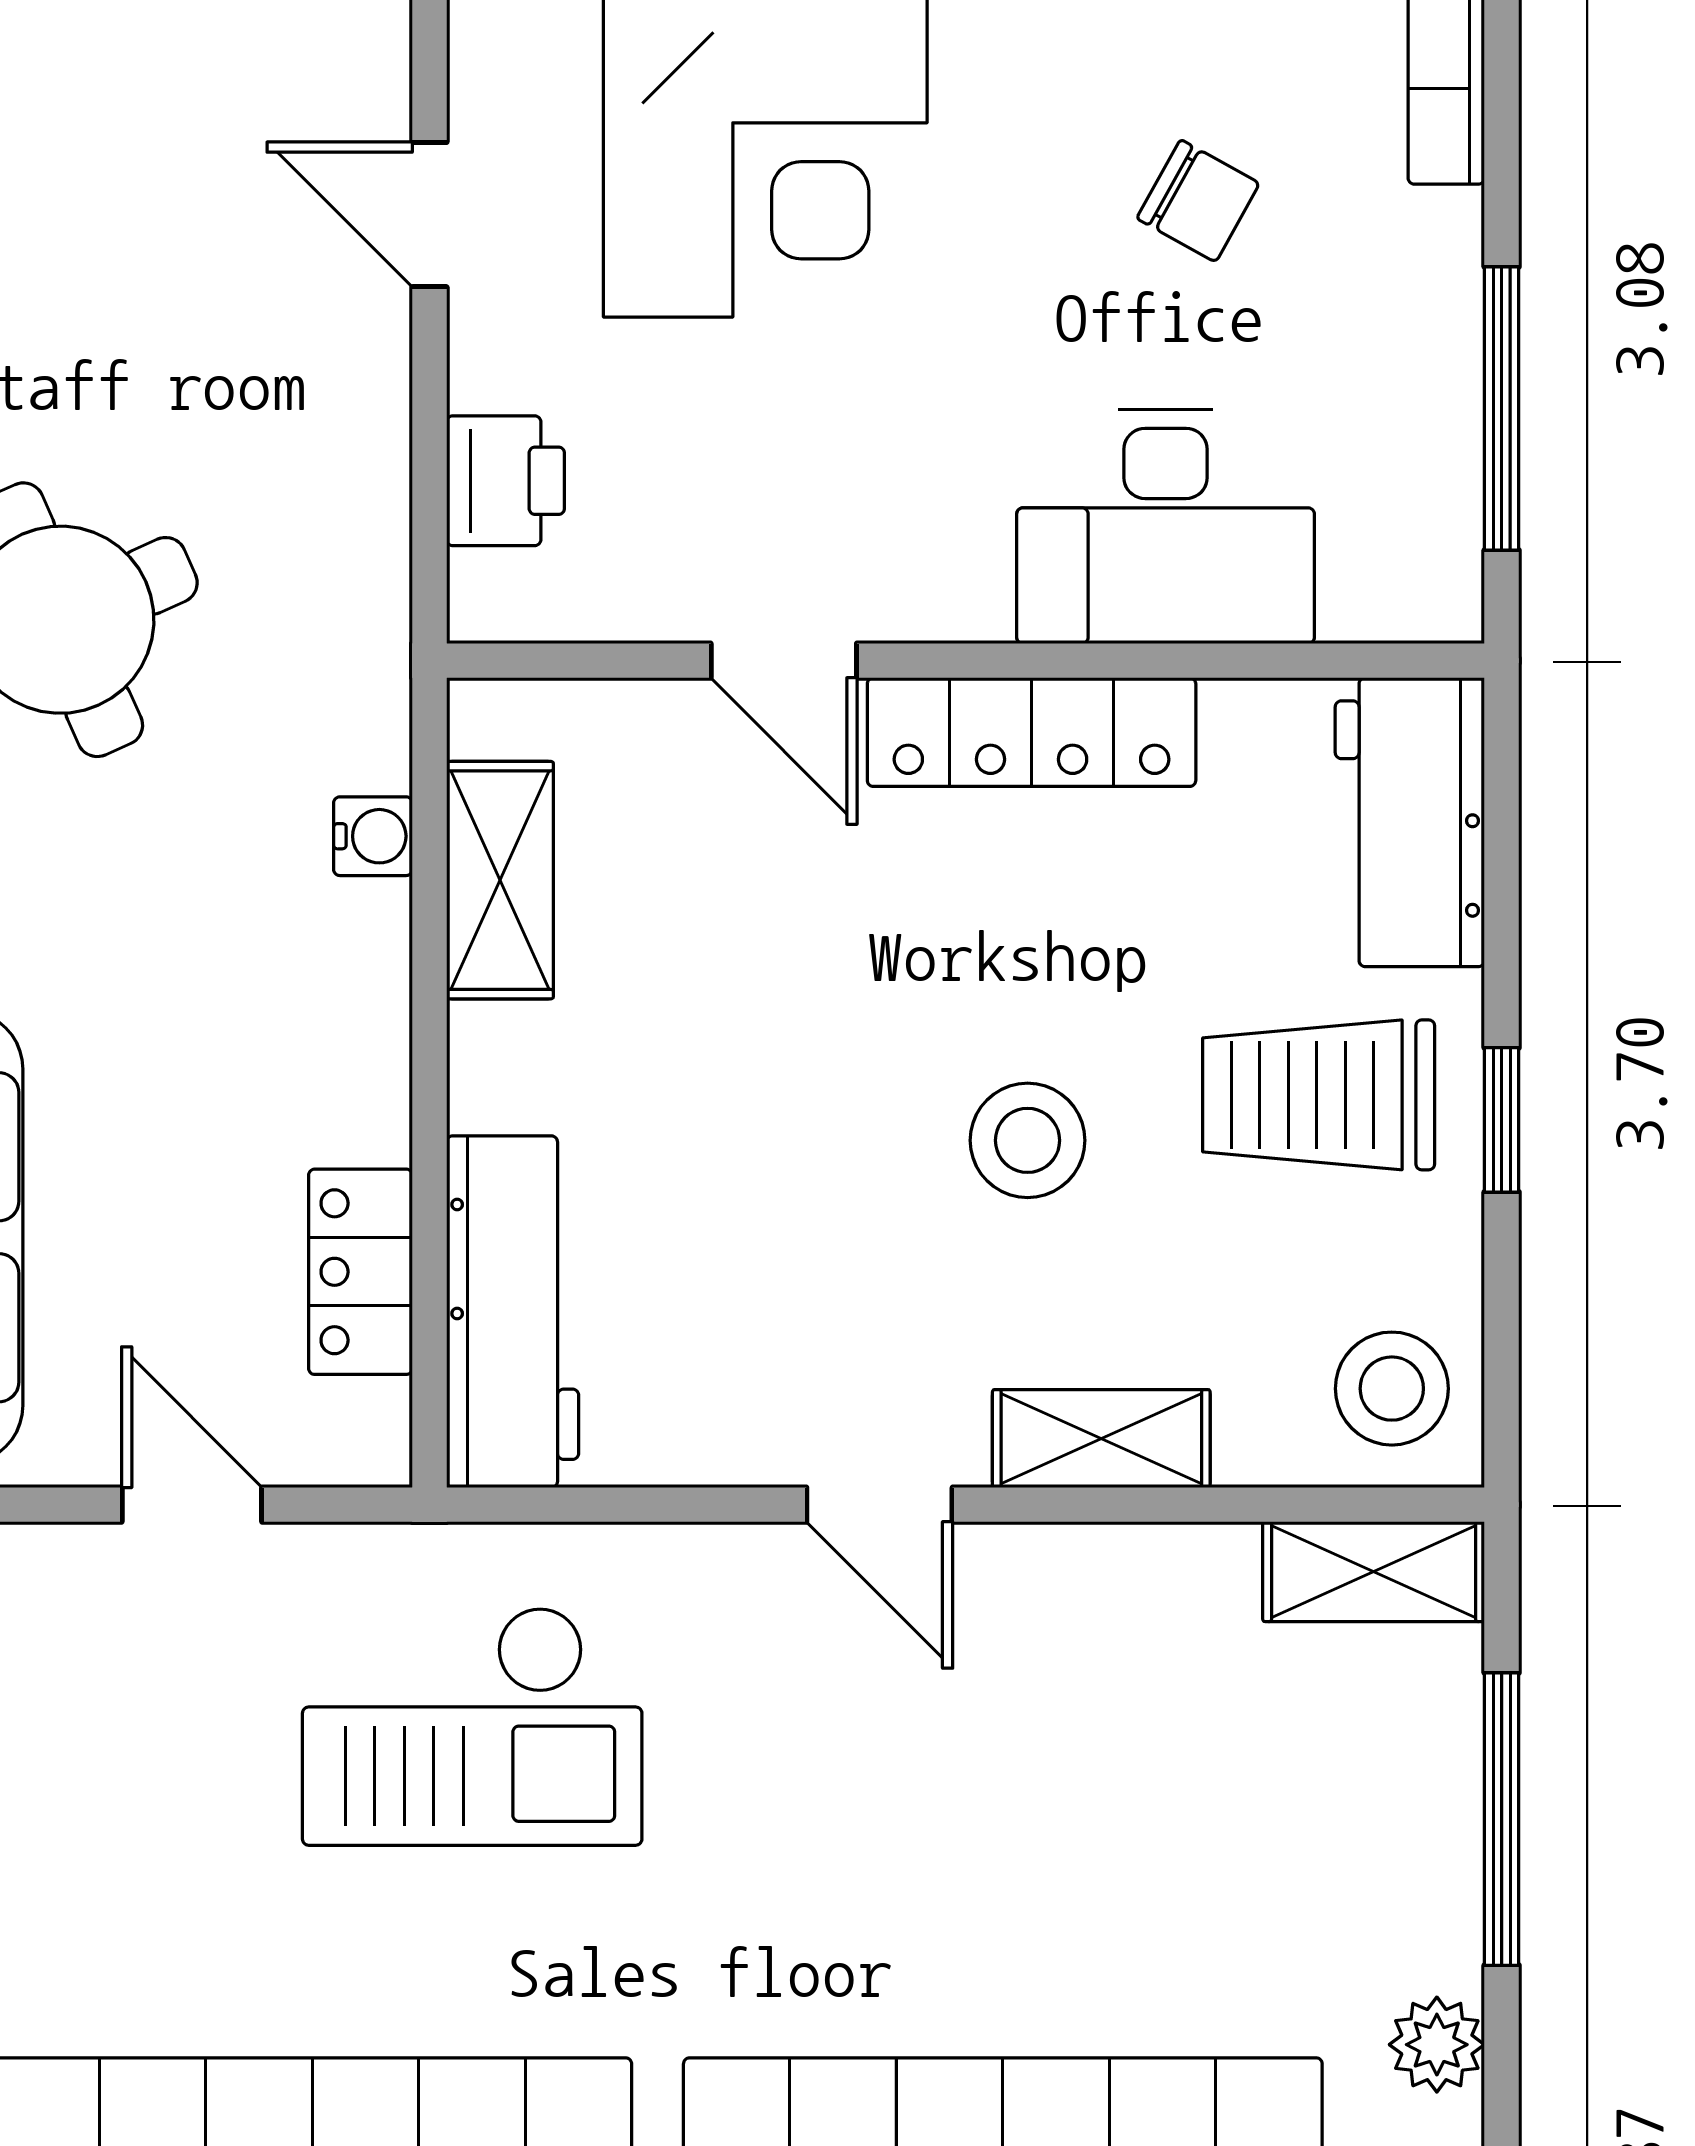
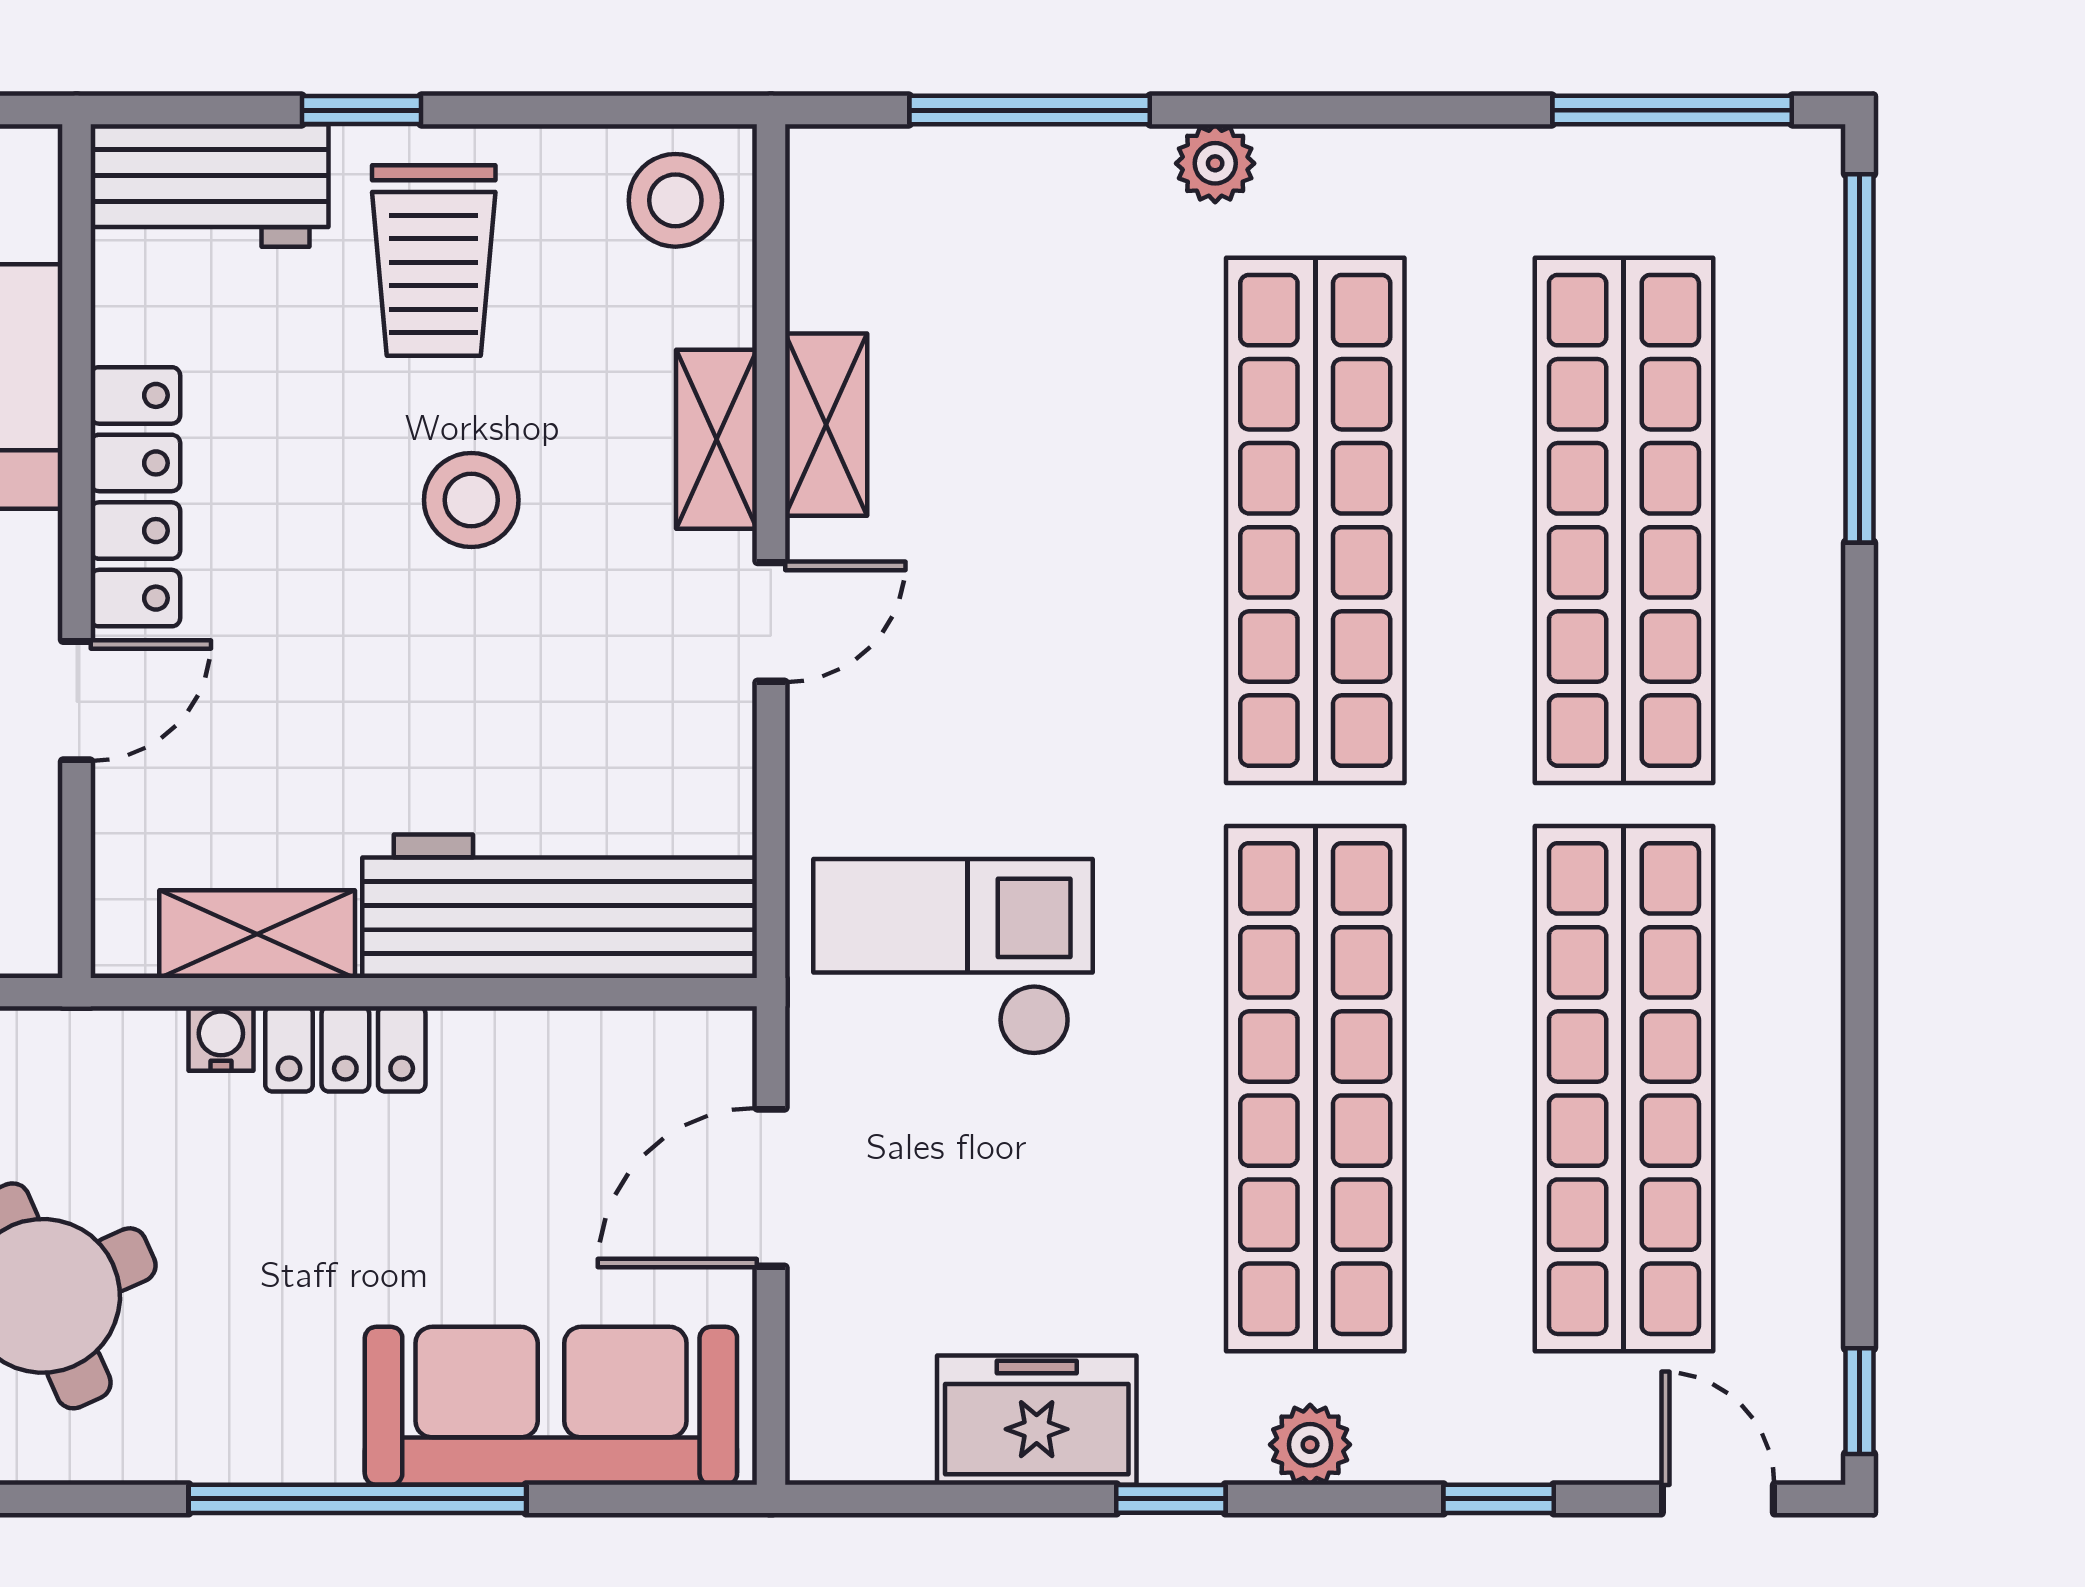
window: (1502, 1120) -> (361, 110), moved
locker: (360, 1272) -> (345, 1049), moved
workbench: (513, 1312) -> (560, 906), width x1.36, depth x1.32
door: (192, 1505) -> (771, 1188), width x1.38
shelving: (1374, 1572) -> (826, 425), moved
checkout: (472, 1726) -> (953, 957), turned -90

